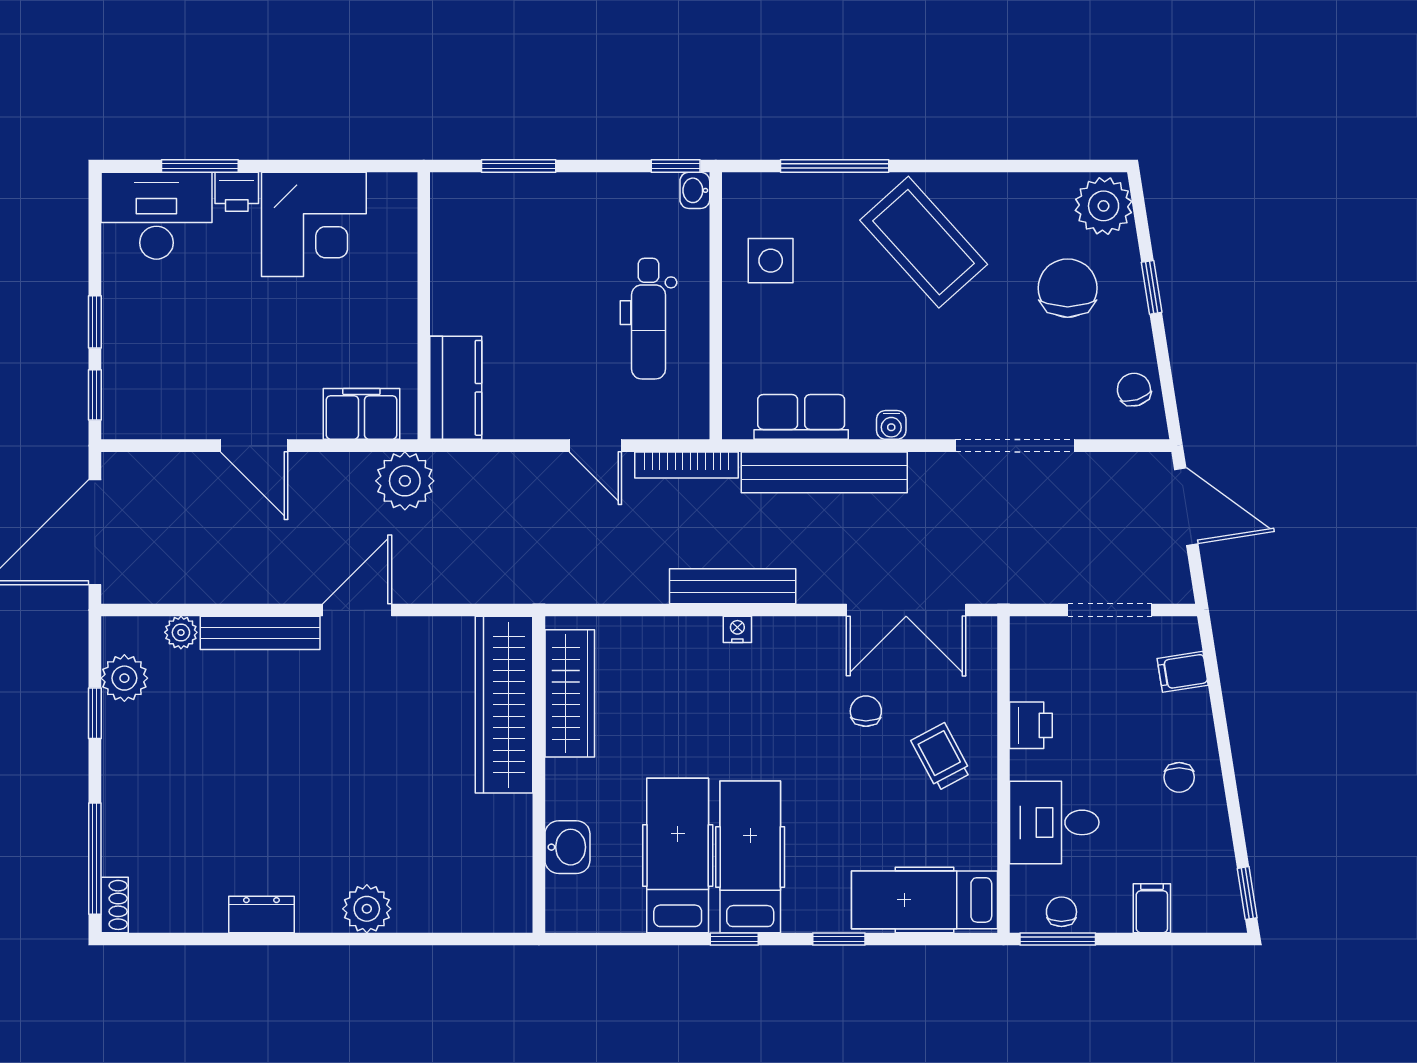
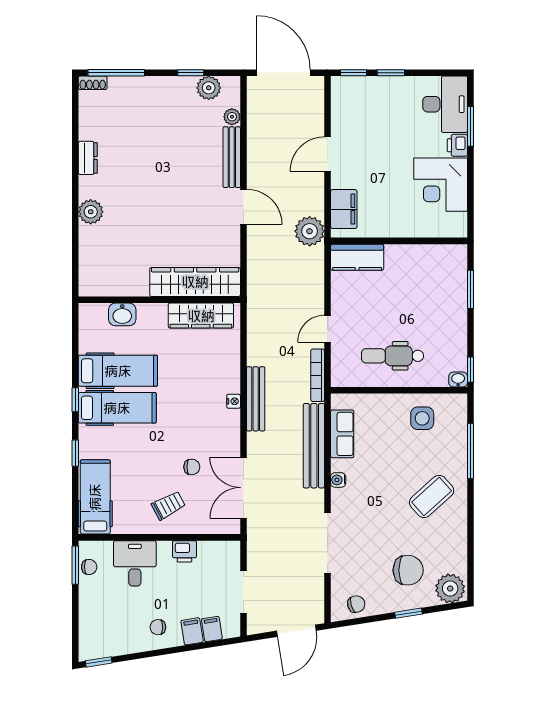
coffee table: (924, 242) -> (432, 496), width x0.73, depth x0.76
filing cabinet: (1152, 908) -> (192, 631), moved, turned -99

